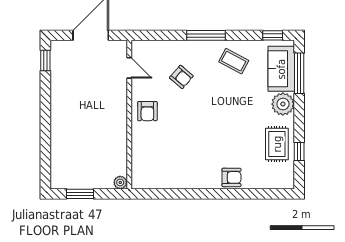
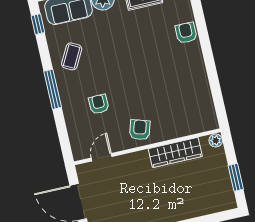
armchair: (181, 77) -> (99, 104), turned -42
armchair: (147, 111) -> (140, 130), turned -73
wardrobe: (118, 141) -> (175, 153), added

